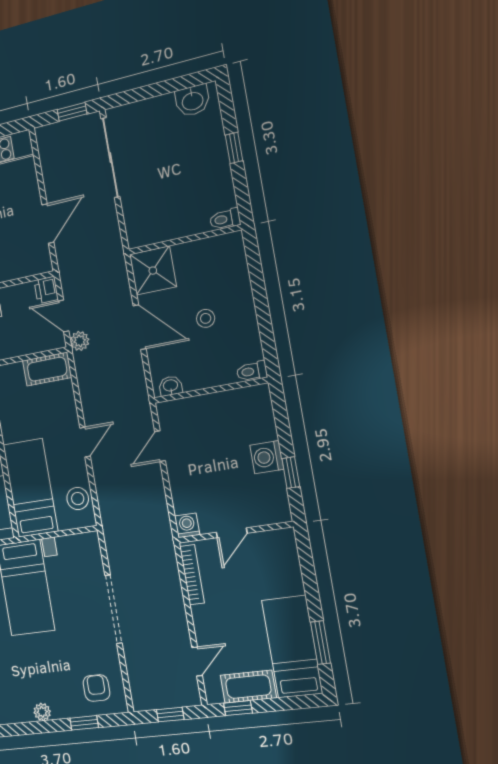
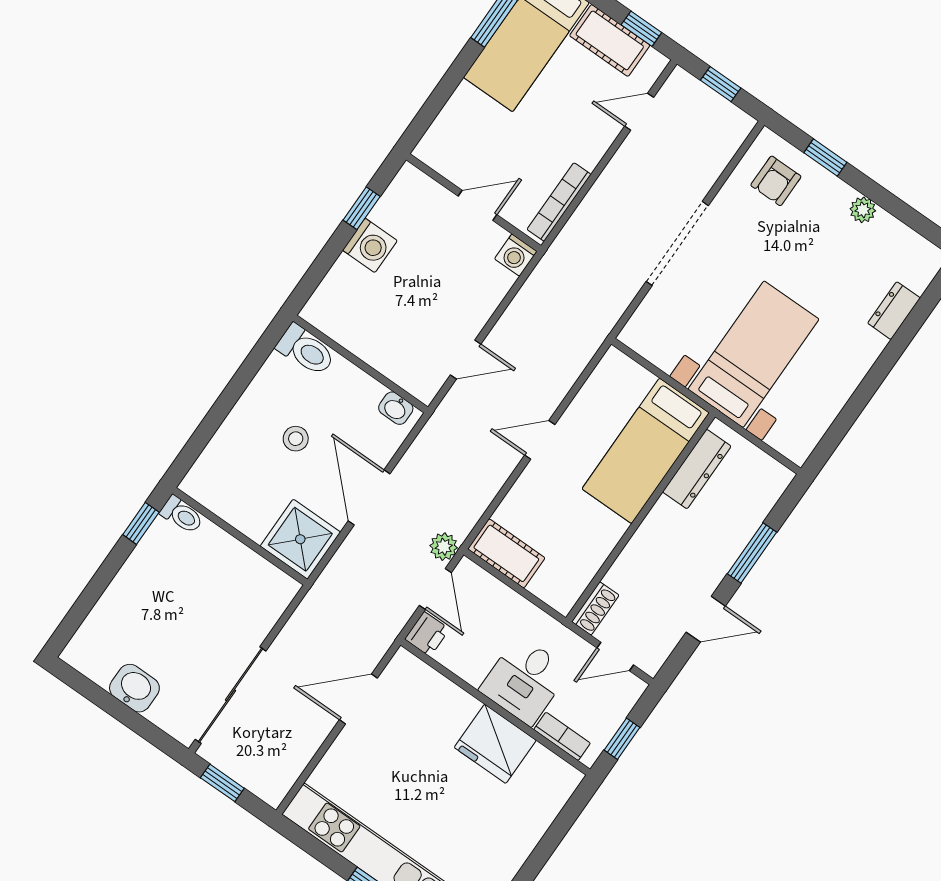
washbasin: (192, 100) -> (134, 688), moved
window: (234, 148) -> (141, 523), moved
toilet: (252, 371) -> (306, 350), width x1.37, depth x1.39
stool: (78, 499) -> (605, 391), removed

